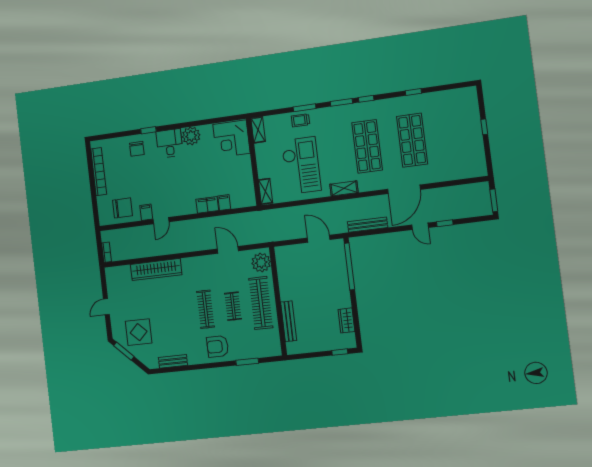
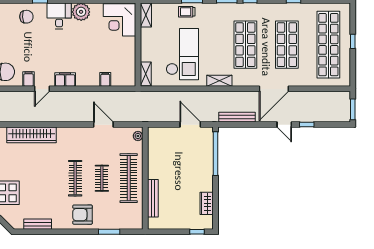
shop shelf: (458, 134) -> (328, 45), added
chair: (137, 149) -> (26, 17), turned -93
filing cabinet: (207, 205) -> (65, 79), moved
plant: (261, 263) -> (138, 136), width x0.53, depth x0.53

